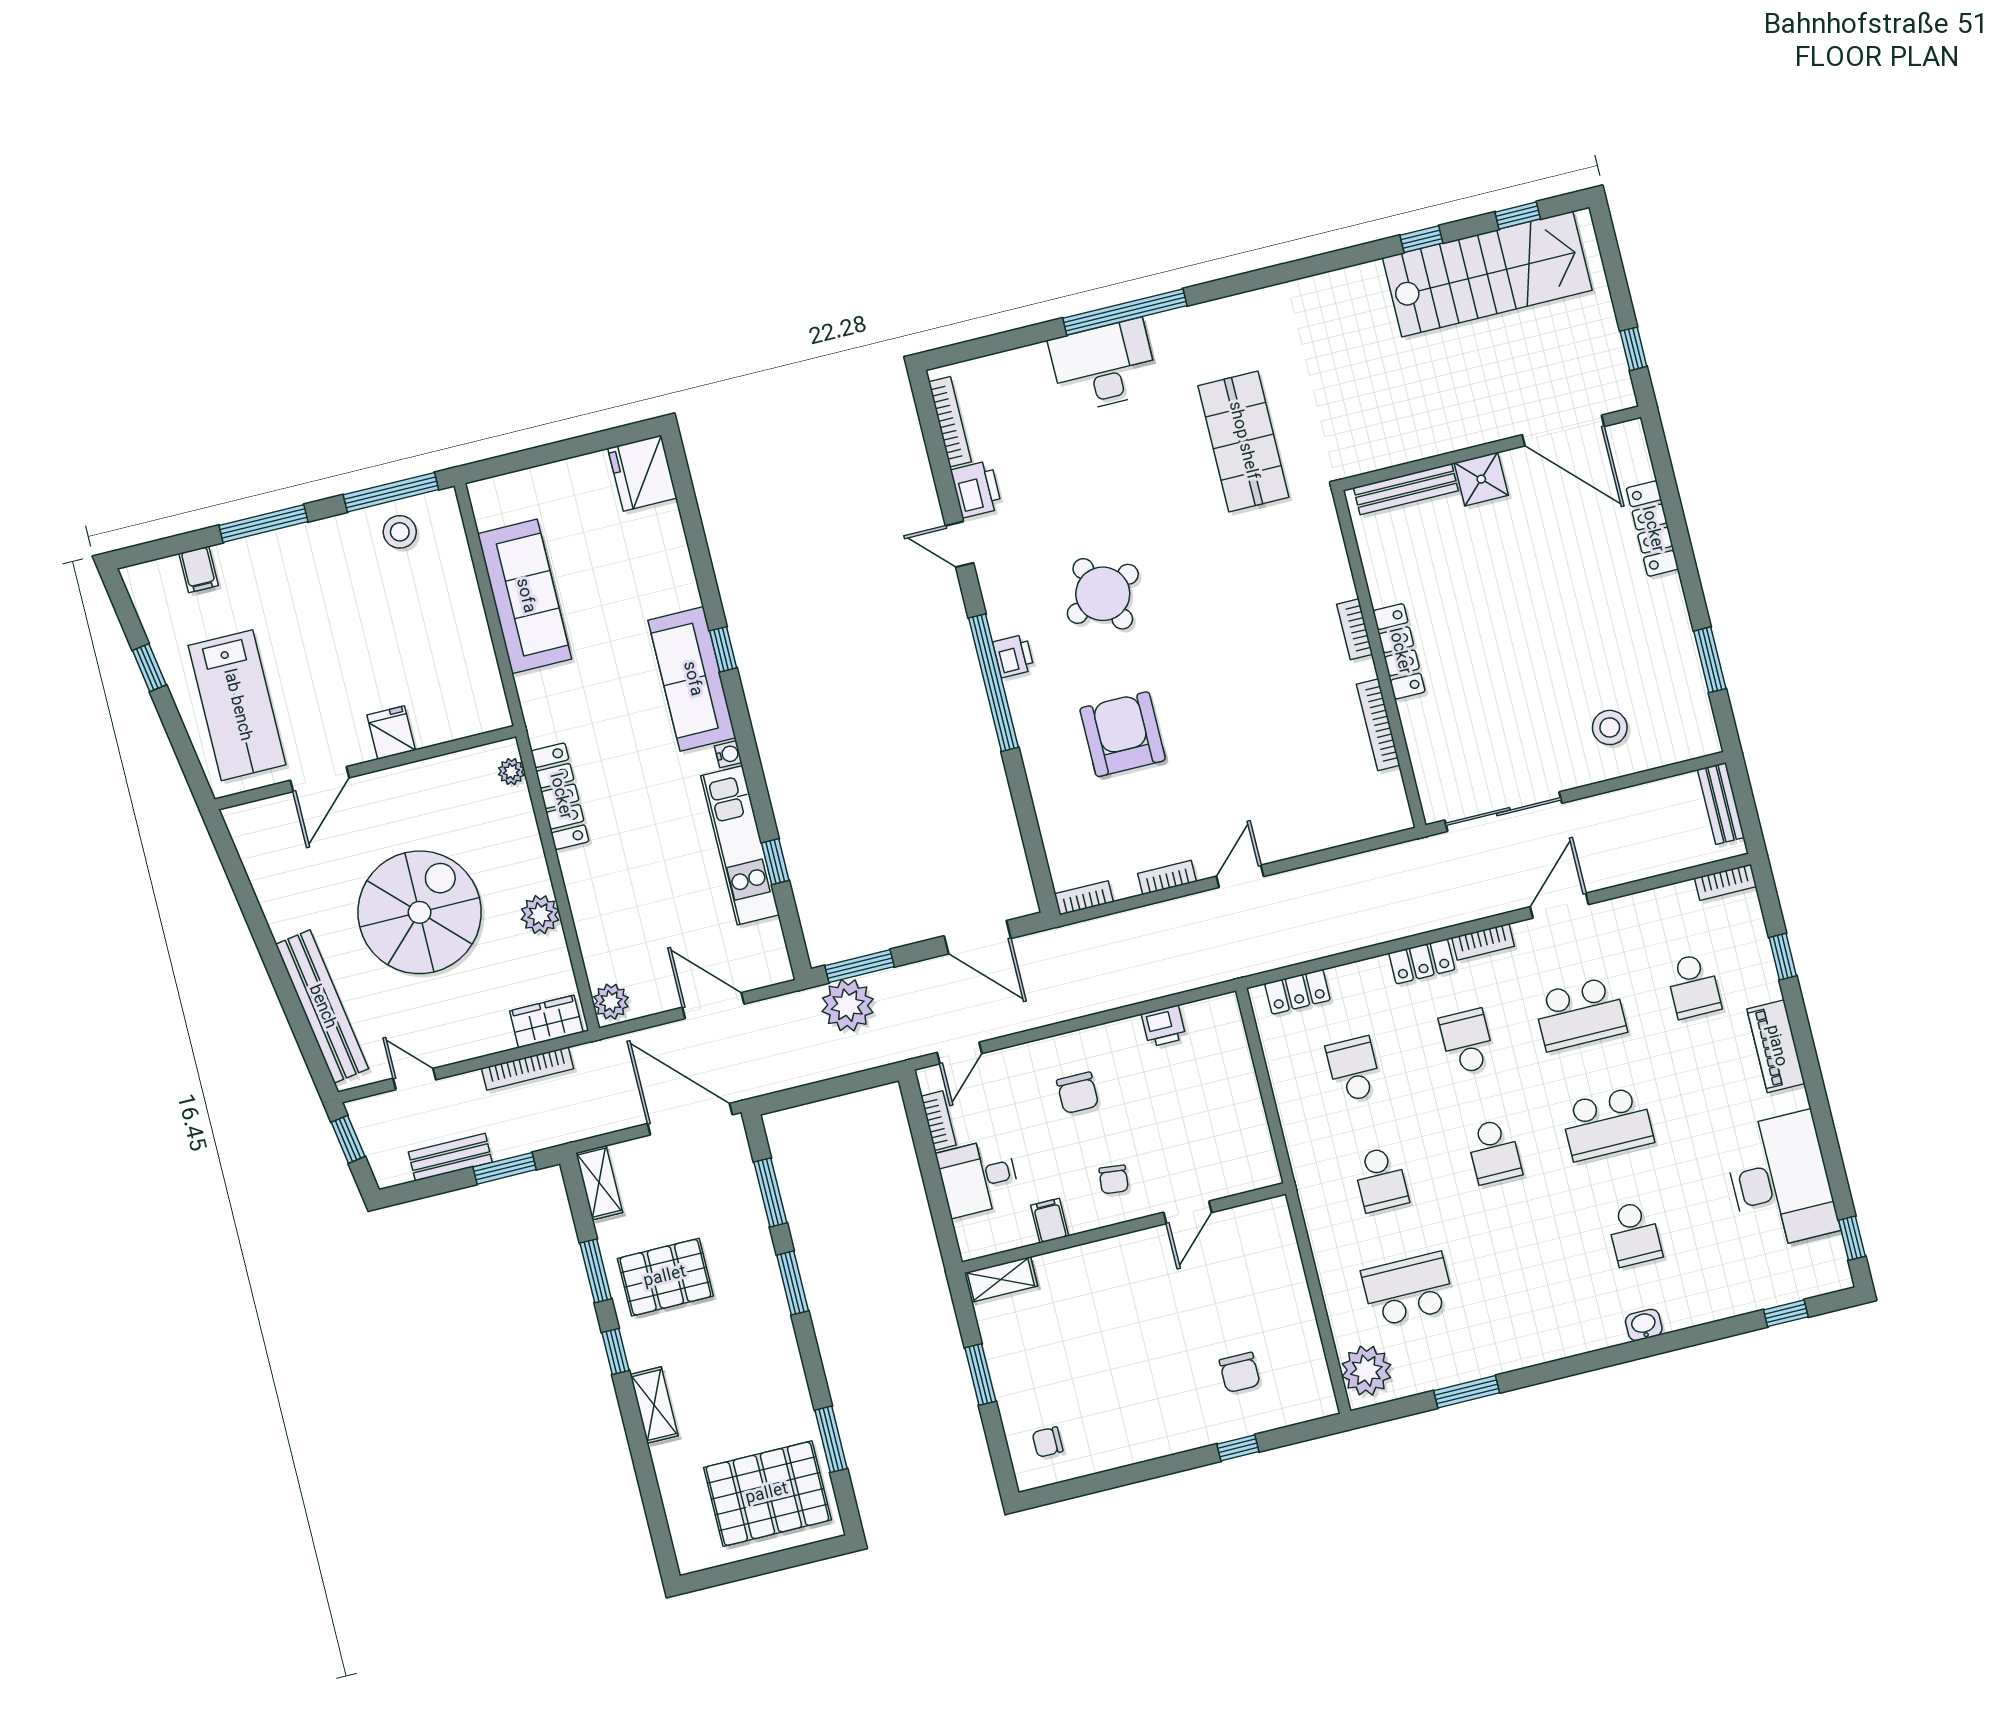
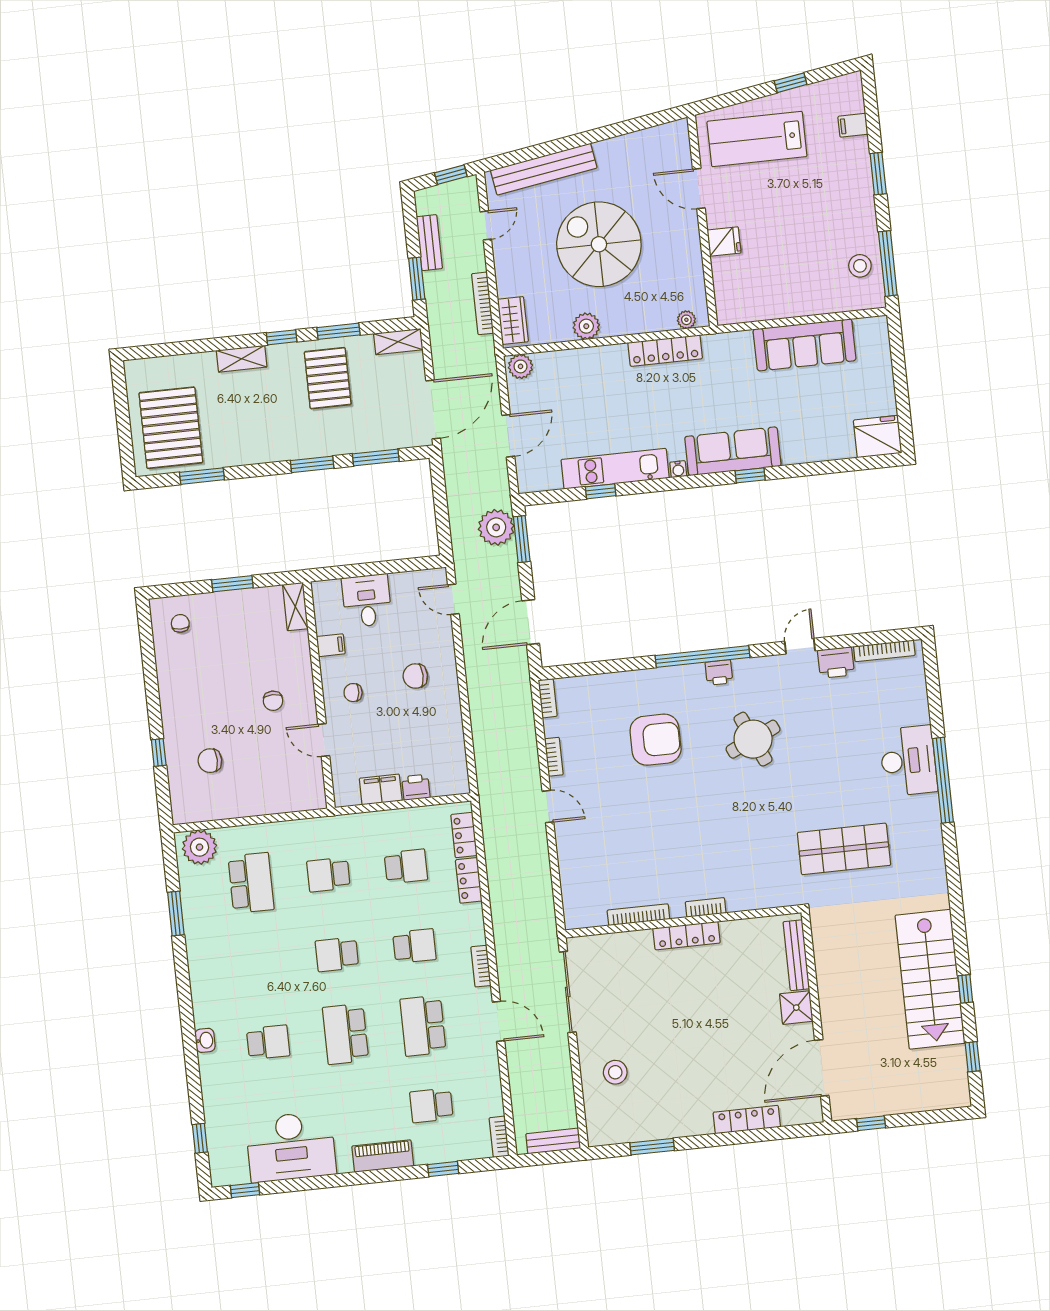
stairs: (1487, 274) -> (930, 979), moved
window: (263, 524) -> (878, 174), width x0.69
spiral stairs: (420, 912) -> (599, 244), turned 180
locker: (1422, 961) -> (469, 880), moved
printer: (1164, 1026) -> (416, 787), moved, turned 90
bookcase: (939, 1121) -> (409, 579), removed
filing cabinet: (1248, 1121) -> (381, 789), added
school desk: (1634, 1234) -> (268, 1042), turned 180
chair: (1141, 1293) -> (273, 701), added

